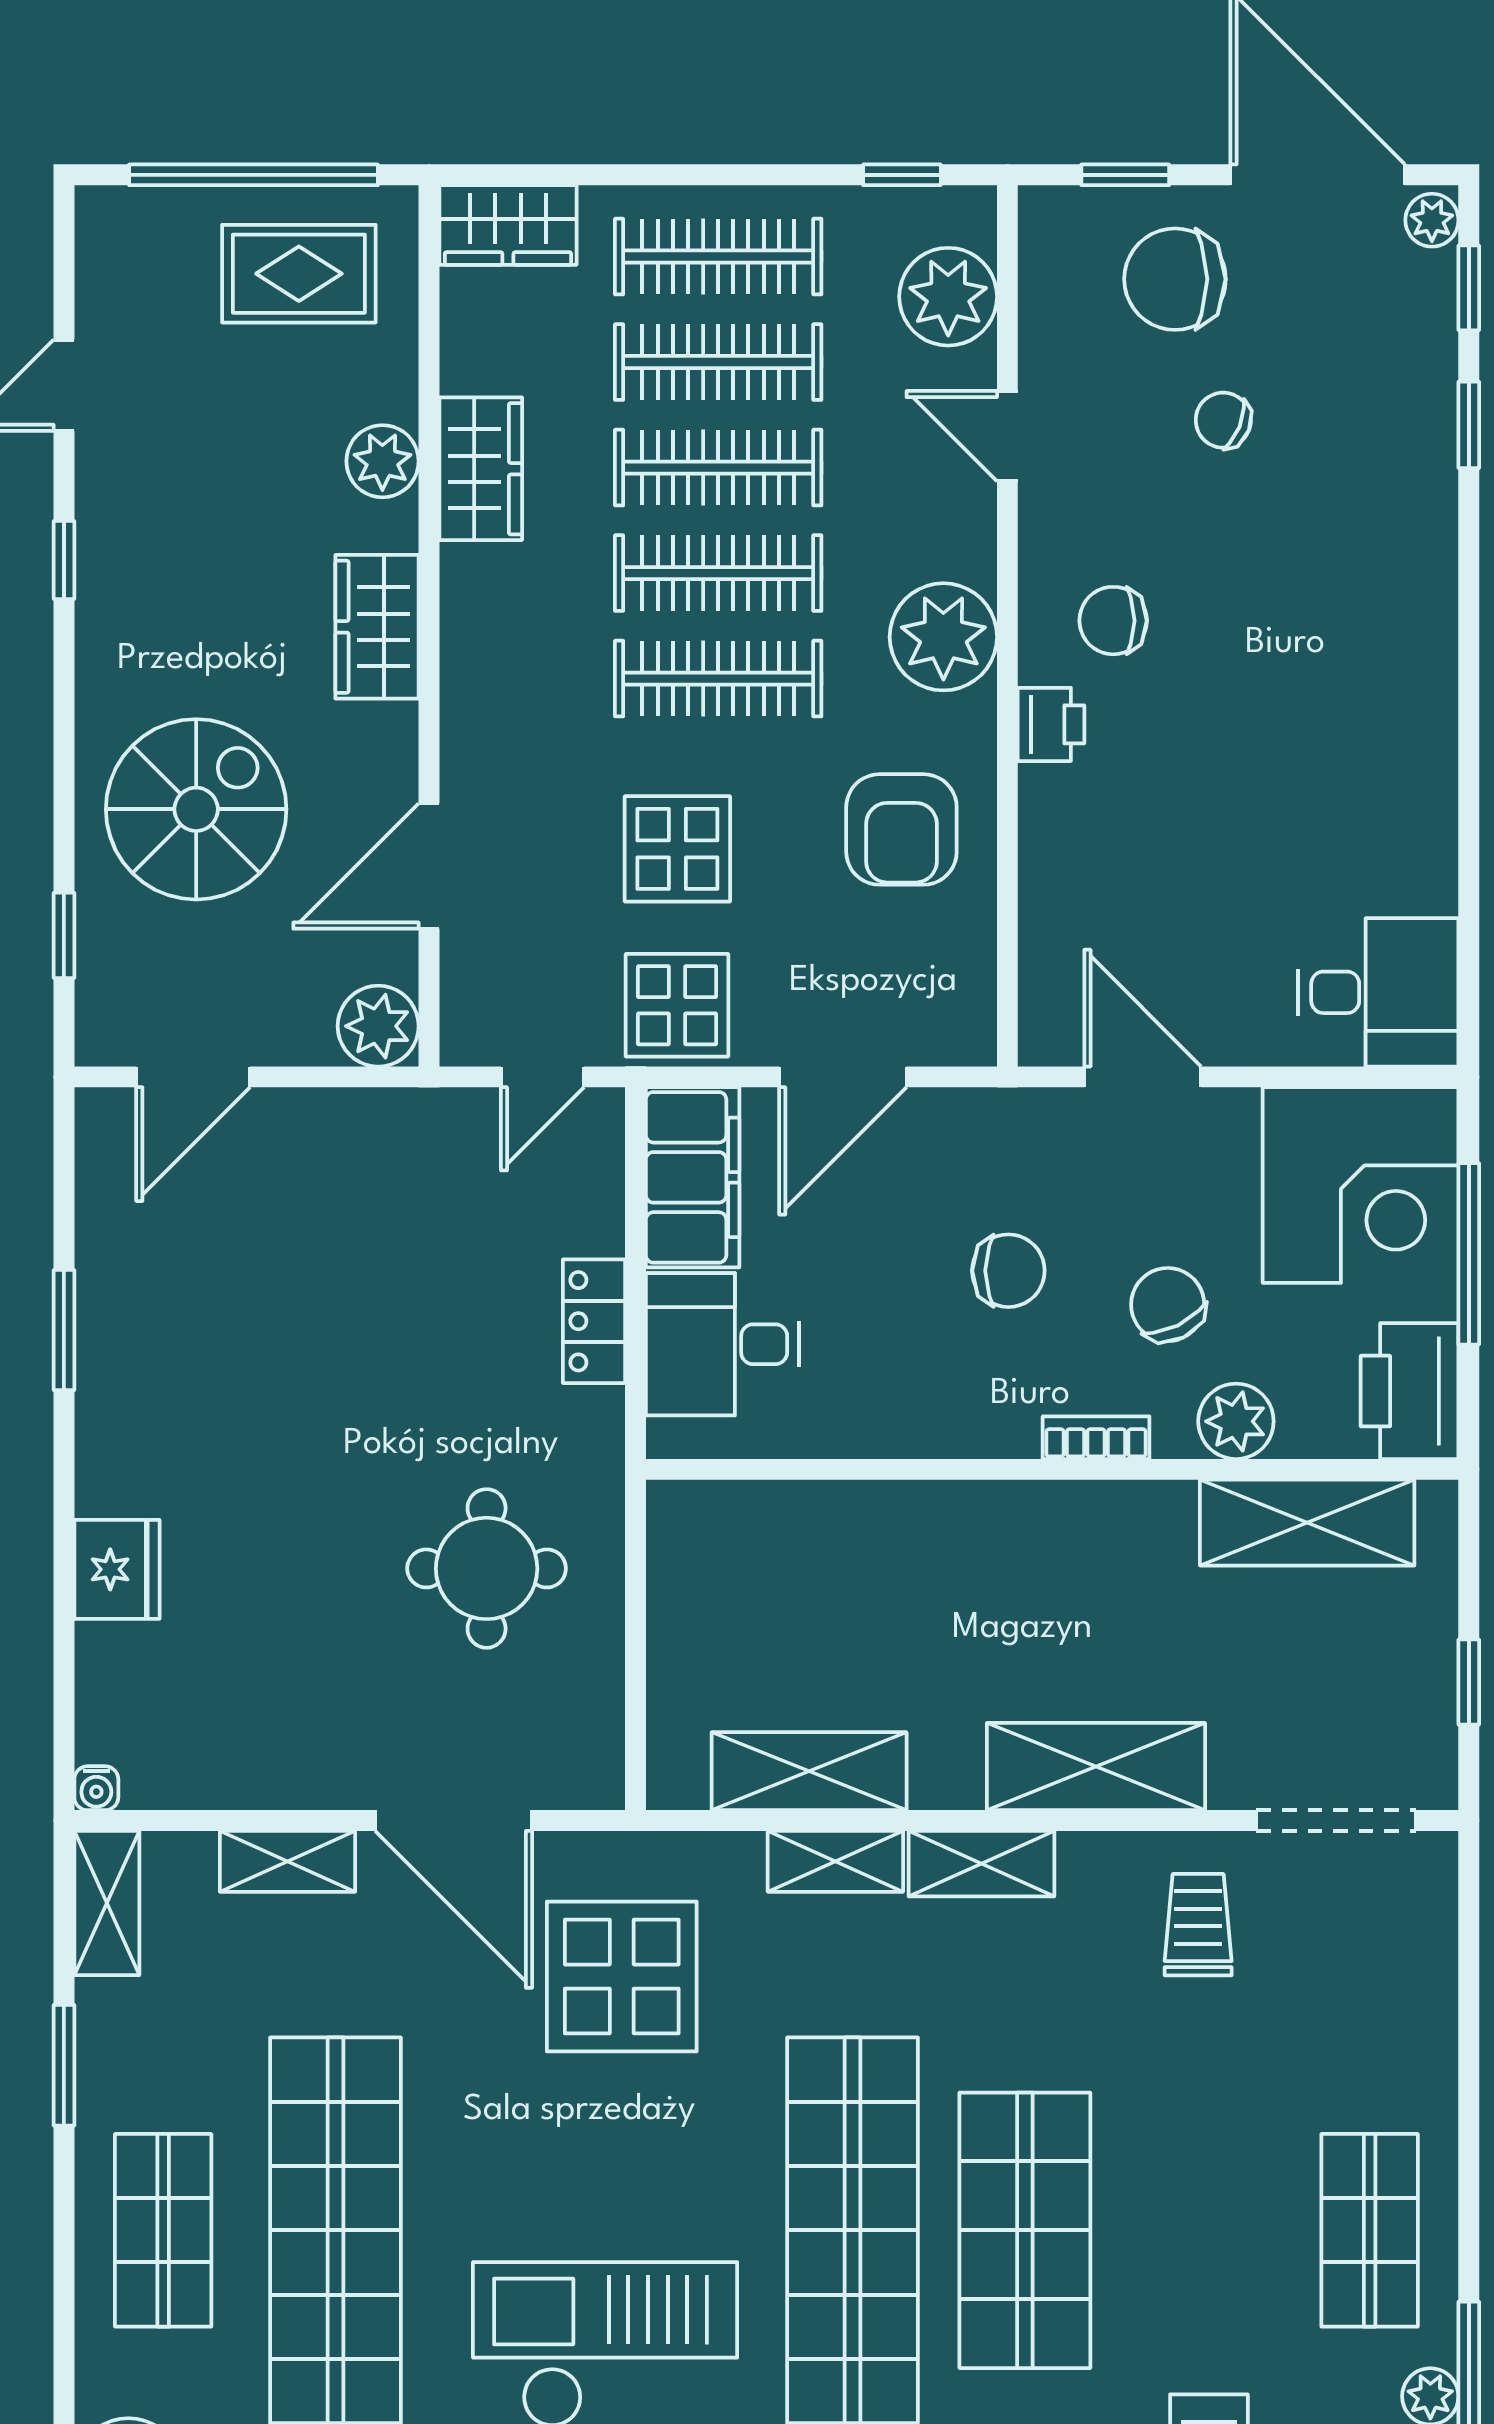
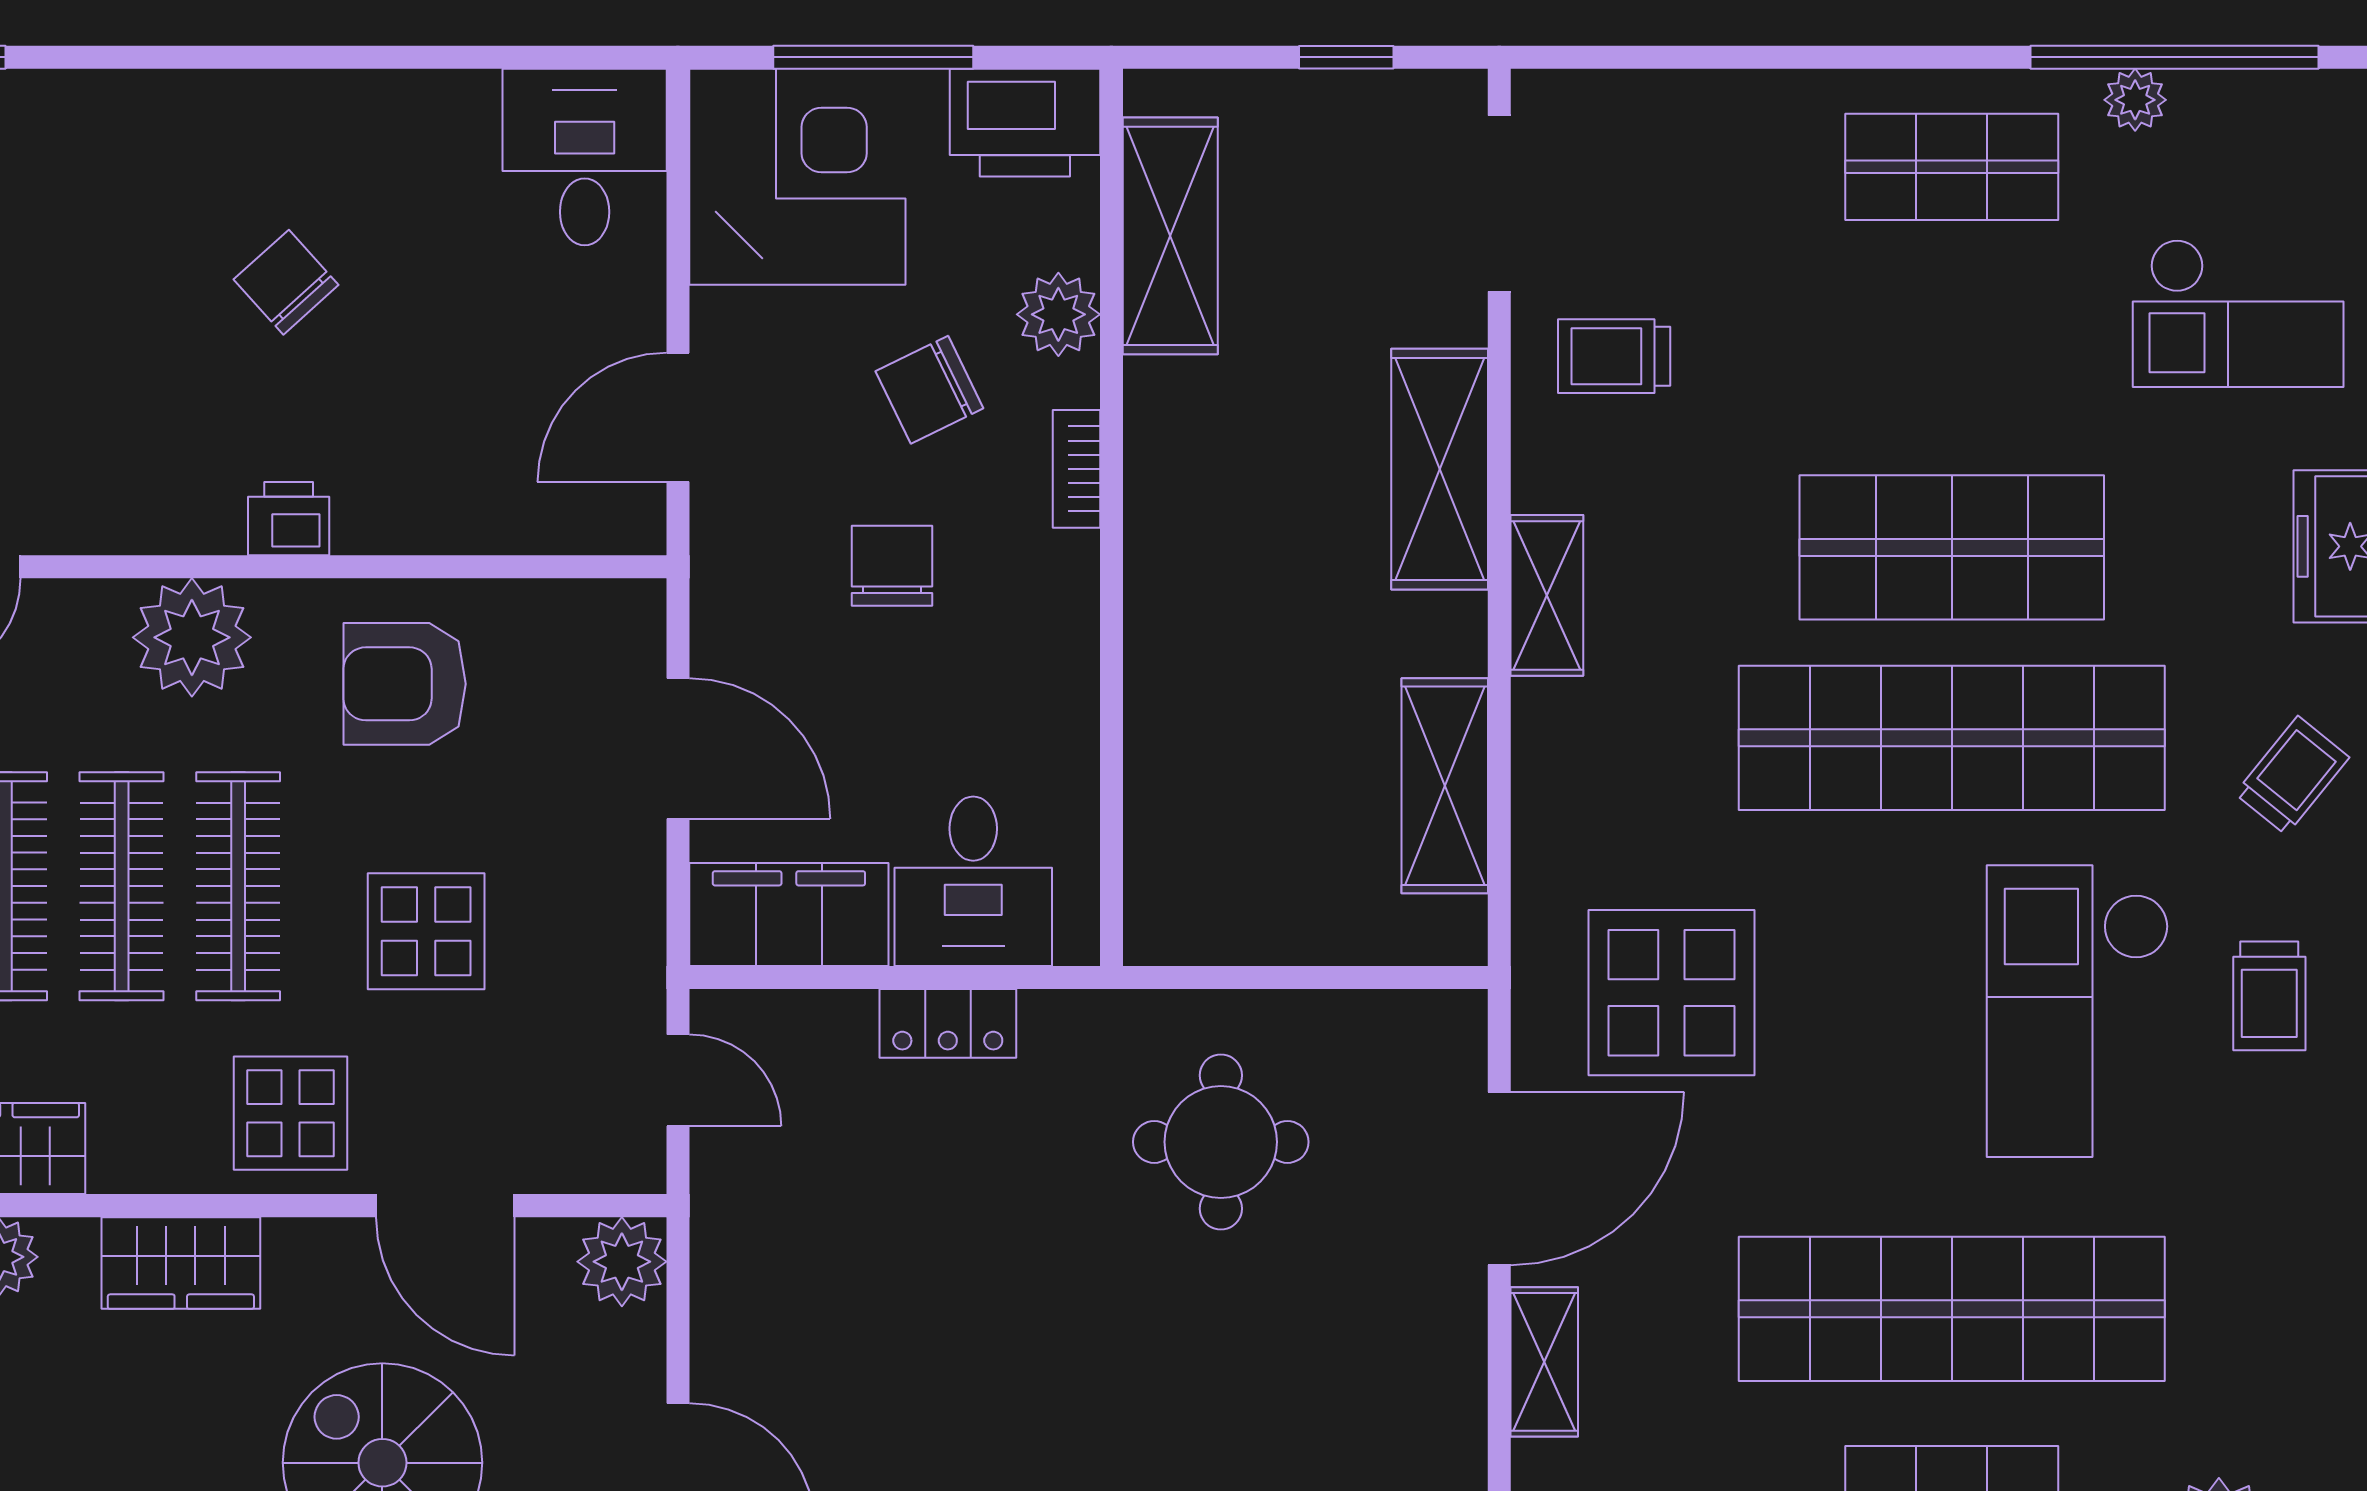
chair: (1113, 621) -> (286, 282), moved, turned 138
armchair: (901, 829) -> (405, 684), turned 180
display table: (677, 1005) -> (290, 1113), moved
shelving: (835, 1861) -> (1544, 757), removed

